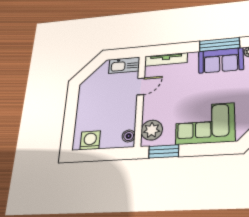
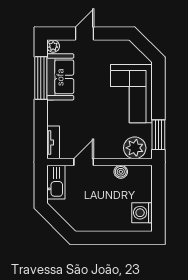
tv unit: (166, 59) -> (53, 142), width x0.71
door: (141, 86) -> (84, 162), hinge flipped
boiler: (129, 136) -> (121, 172), moved

